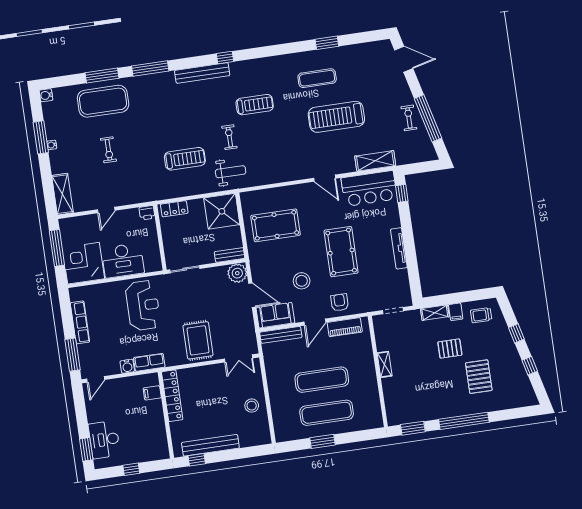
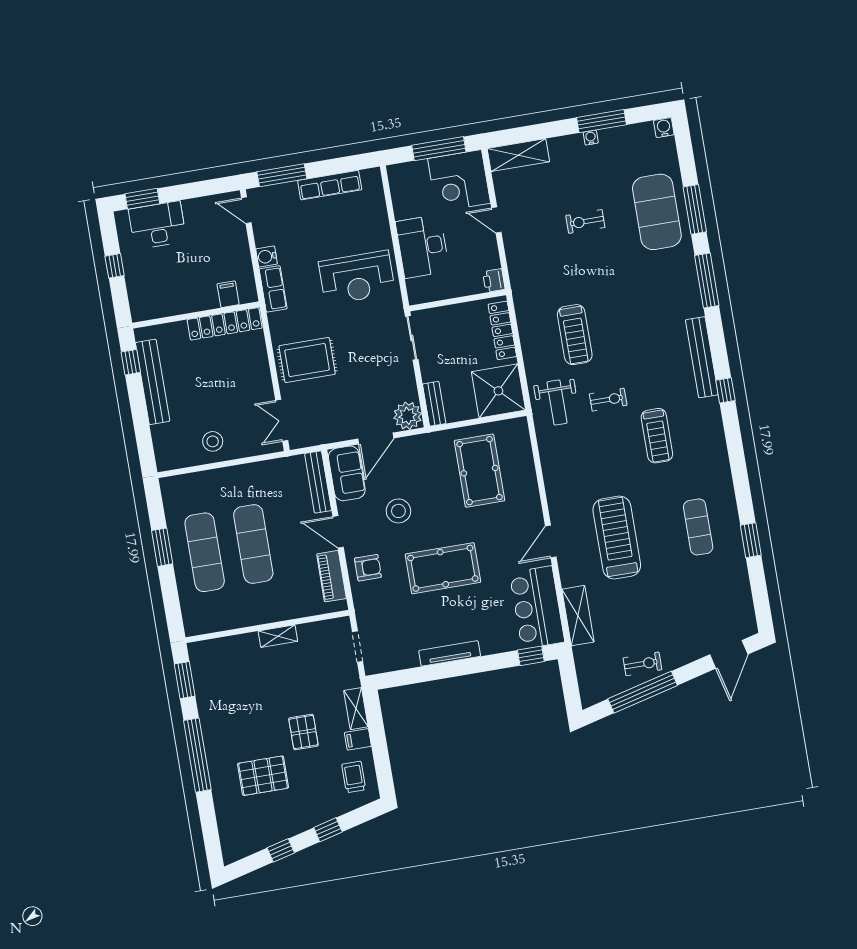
treadmill: (336, 117) -> (617, 538), moved
locker: (174, 209) -> (502, 330), width x1.53
corner desk: (84, 263) -> (459, 181), moved, turned 180

